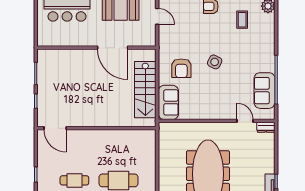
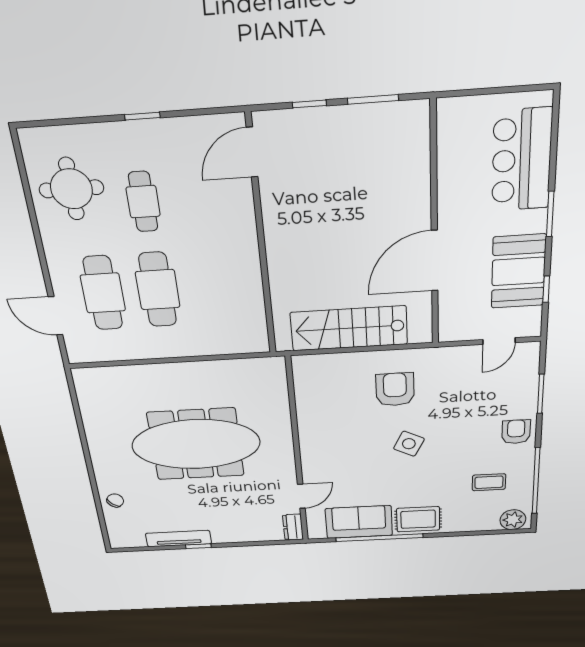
rug: (265, 58) -> (418, 519), added
armchair: (181, 68) -> (395, 389), turned 90
sofa: (168, 102) -> (326, 371), removed

